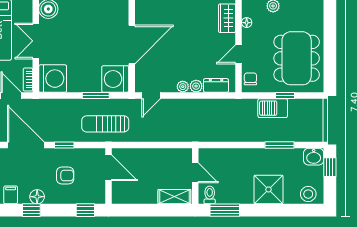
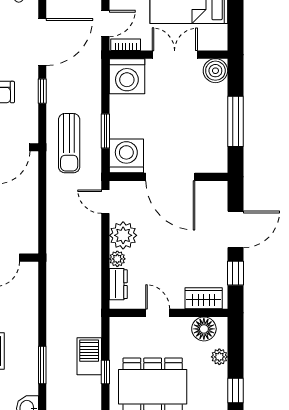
floor lamp: (247, 23) -> (204, 329), width x1.89, depth x1.89
chair: (250, 79) -> (127, 328), removed
plant: (183, 87) -> (123, 235), width x1.88, depth x1.88
sun lounger: (105, 124) -> (69, 143), turned 180

